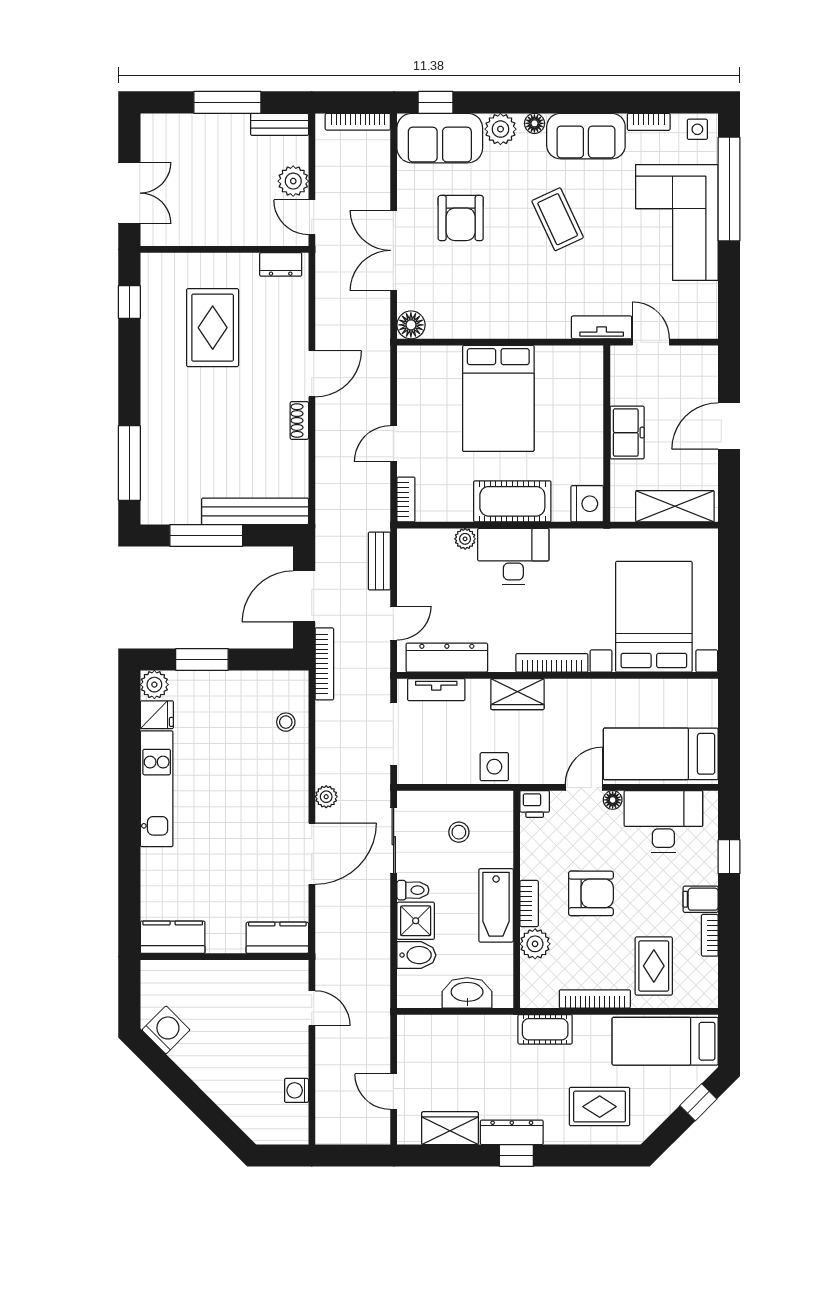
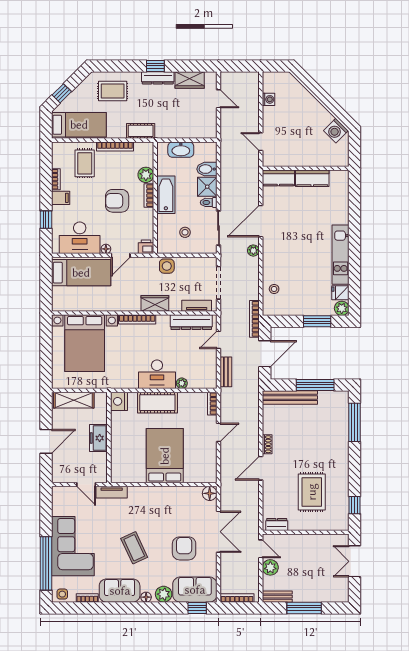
kitchen counter: (173, 937) -> (312, 178), moved

